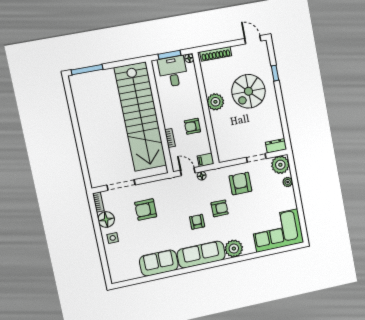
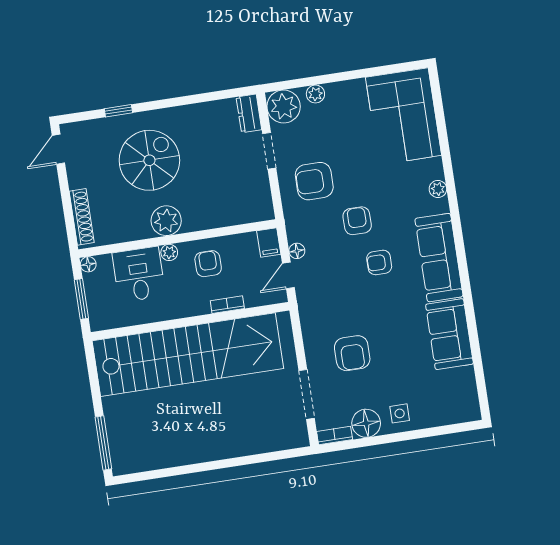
desk: (173, 71) -> (139, 274), moved, turned 90
spiral stairs: (248, 91) -> (149, 160), turned -90
plant: (198, 104) -> (169, 252), added
armchair: (192, 126) -> (208, 264), turned 180
plant: (234, 249) -> (438, 189), width x0.53, depth x0.53

